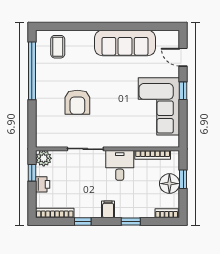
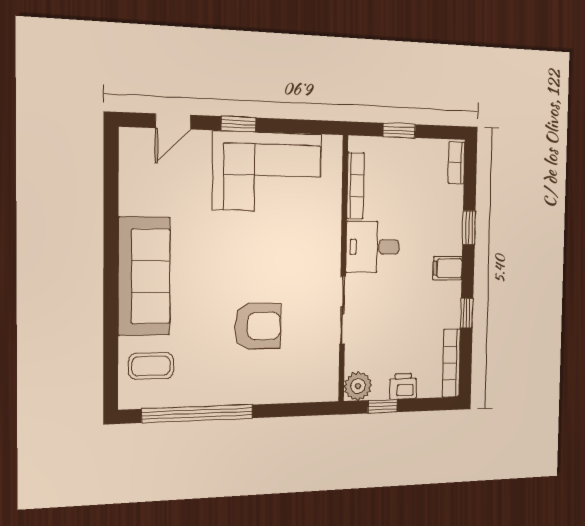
sofa: (125, 43) -> (144, 276), moved
floor lamp: (169, 184) -> (406, 156), removed

